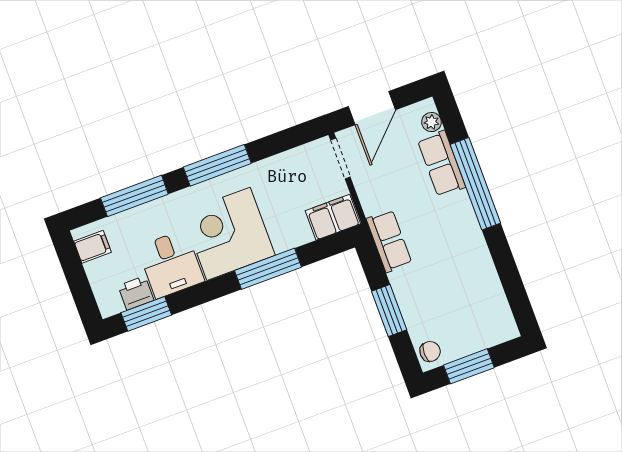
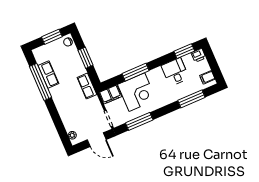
door: (372, 108) -> (97, 140), swing flipped
row of seats: (441, 164) -> (48, 75), moved
window: (217, 165) -> (139, 121), moved
window: (475, 184) -> (41, 82), moved
corner desk: (229, 234) -> (137, 92), moved
printer: (136, 293) -> (198, 55), moved

